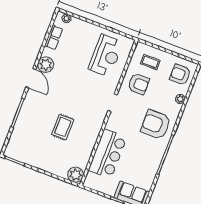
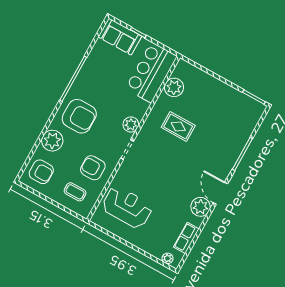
reception desk: (106, 56) -> (127, 207), turned 90
plant: (180, 99) -> (52, 141), width x1.88, depth x1.88
plant: (112, 124) -> (131, 124), added
rug: (63, 127) -> (178, 126), moved, turned 90
bar counter: (108, 154) -> (151, 72), moved
plant: (76, 175) -> (174, 87), moved

